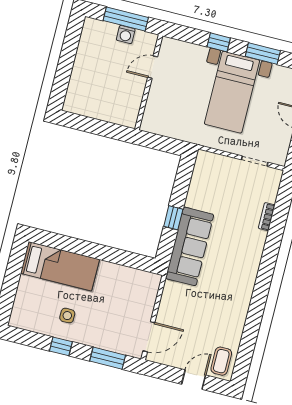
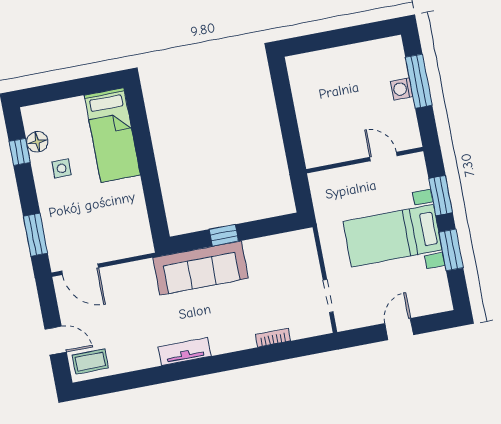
window: (219, 42) -> (441, 196), width x1.50
door: (153, 67) -> (383, 157), moved
wall: (149, 82) -> (365, 160), moved
tv unit: (246, 287) -> (185, 351), added
floor lamp: (39, 325) -> (37, 142), added
window: (61, 346) -> (20, 152), moved

